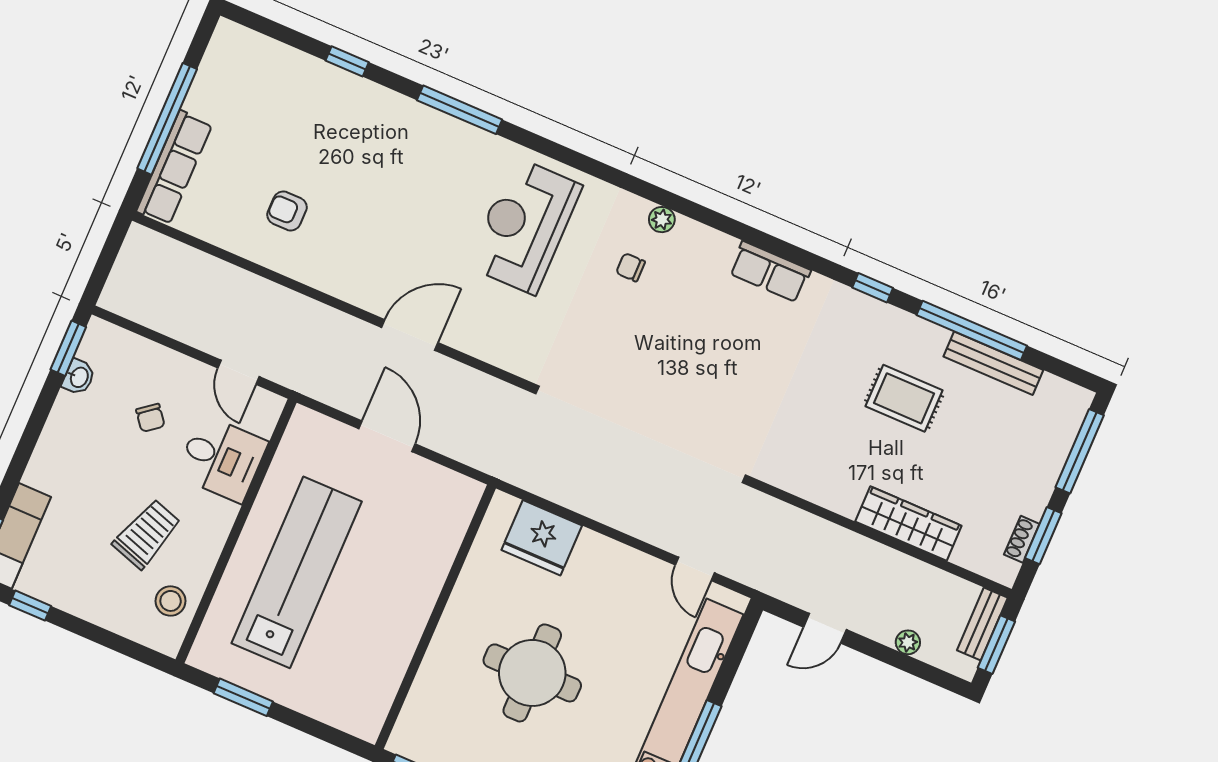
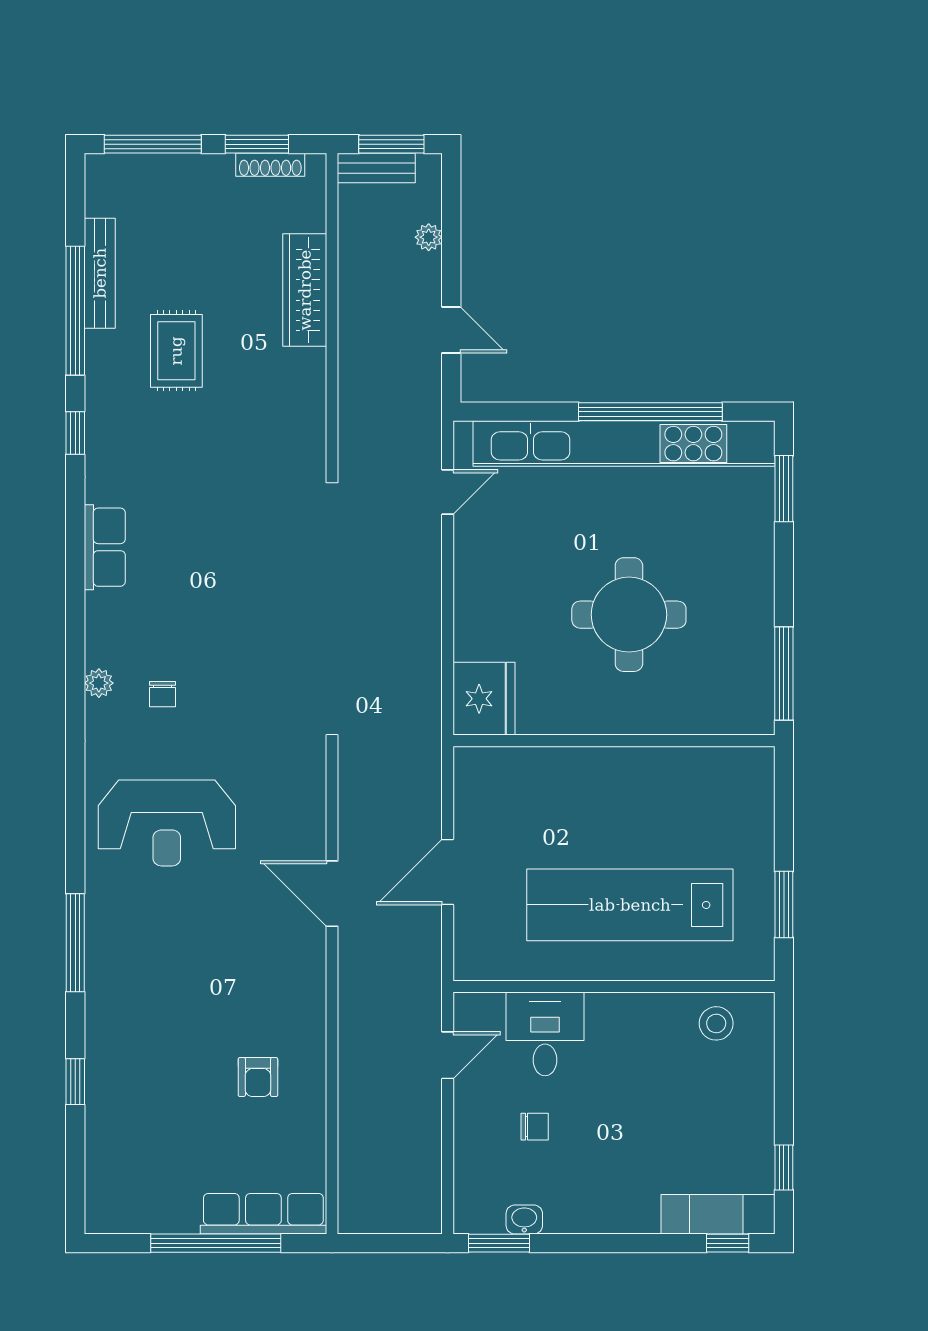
chair: (150, 418) -> (535, 1127), turned 38
trolley: (147, 534) -> (657, 1078), removed
fridge: (542, 538) -> (484, 699), moved
shoe rack: (1022, 539) -> (270, 165), width x1.43

